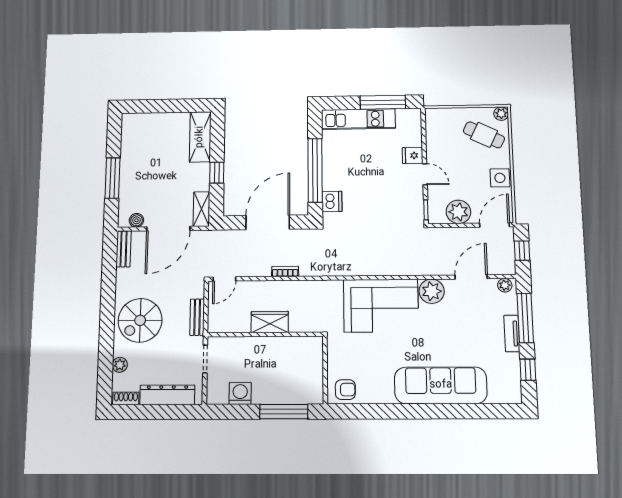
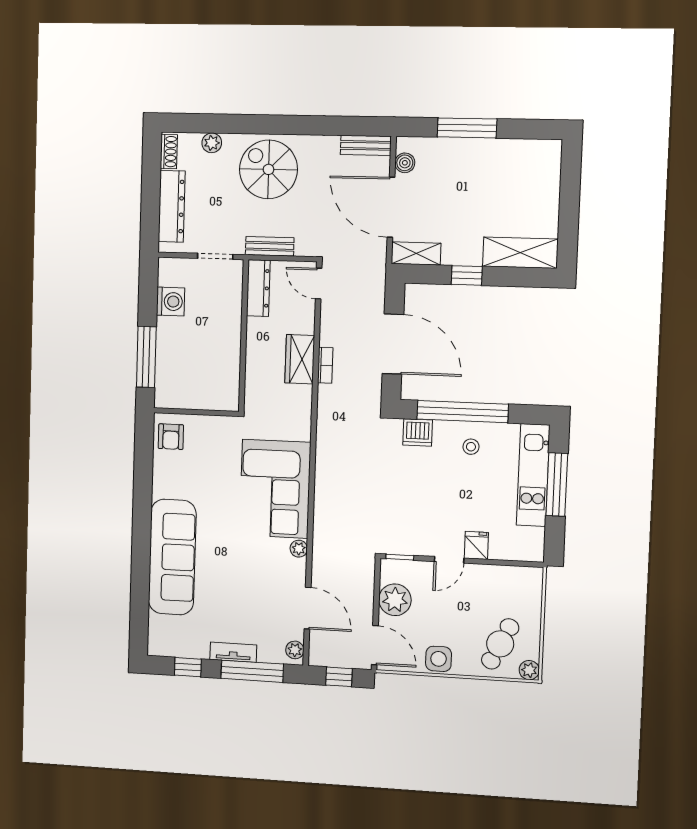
window: (383, 102) -> (557, 485), moved
stool: (340, 163) -> (471, 447), added
plant: (432, 291) -> (299, 549), width x0.53, depth x0.53
wardrobe: (270, 322) -> (300, 359), moved, turned 180
dresser: (229, 325) -> (258, 288), added

